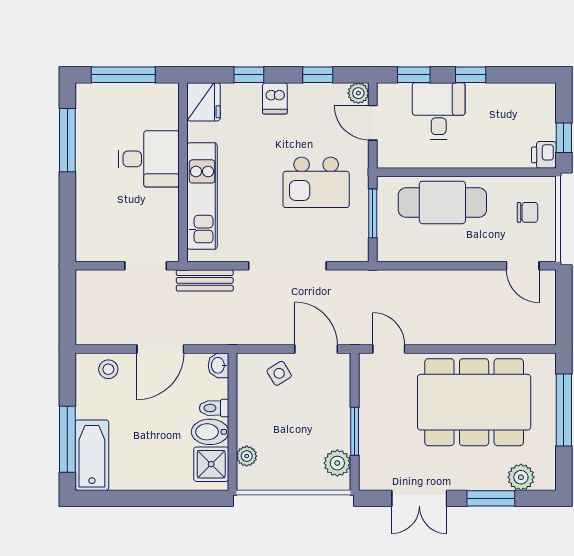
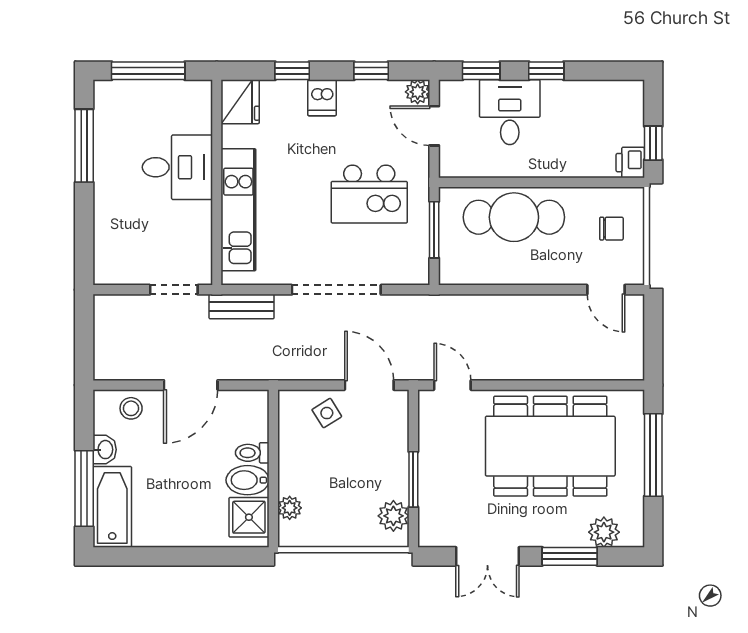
washbasin: (218, 365) -> (105, 450), moved, turned 180

